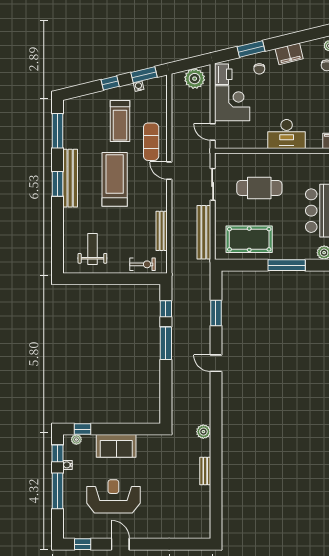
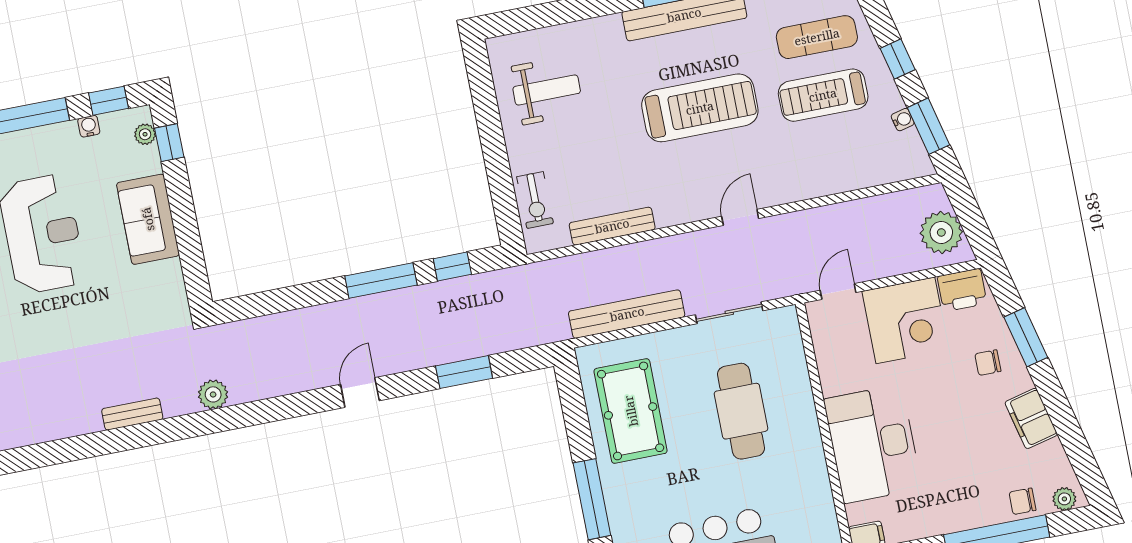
desk: (287, 134) -> (873, 444), width x1.36, depth x1.30
exercise mat: (151, 142) -> (817, 37), moved

